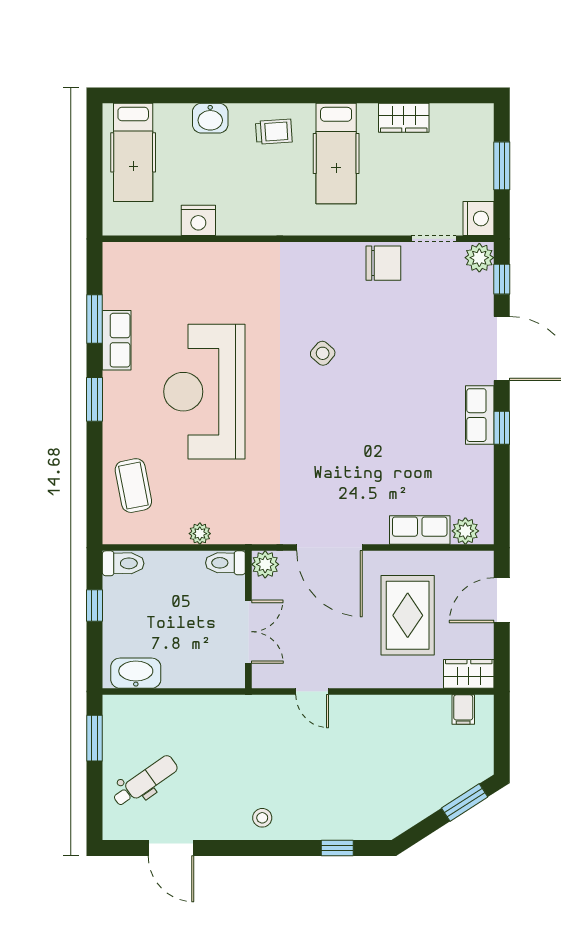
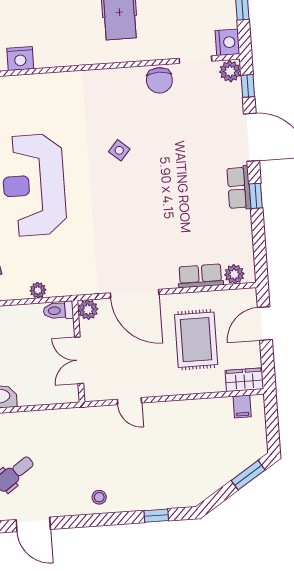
chair: (383, 263) -> (159, 80), turned 90
double door: (248, 632) -> (79, 360), swing flipped

